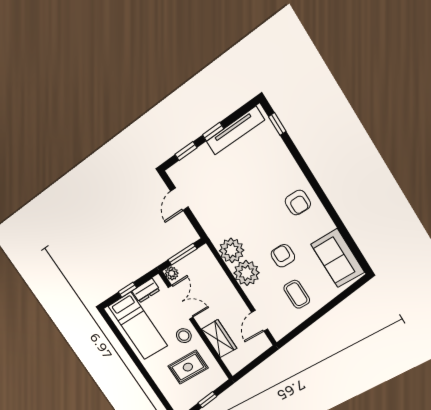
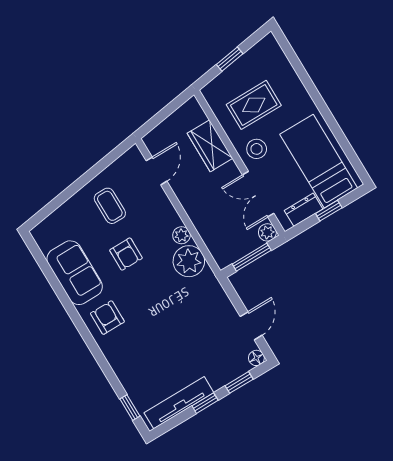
floor lamp: (173, 172) -> (256, 358), added
sofa: (338, 258) -> (75, 273), moved
plant: (247, 273) -> (181, 235), width x0.53, depth x0.53

